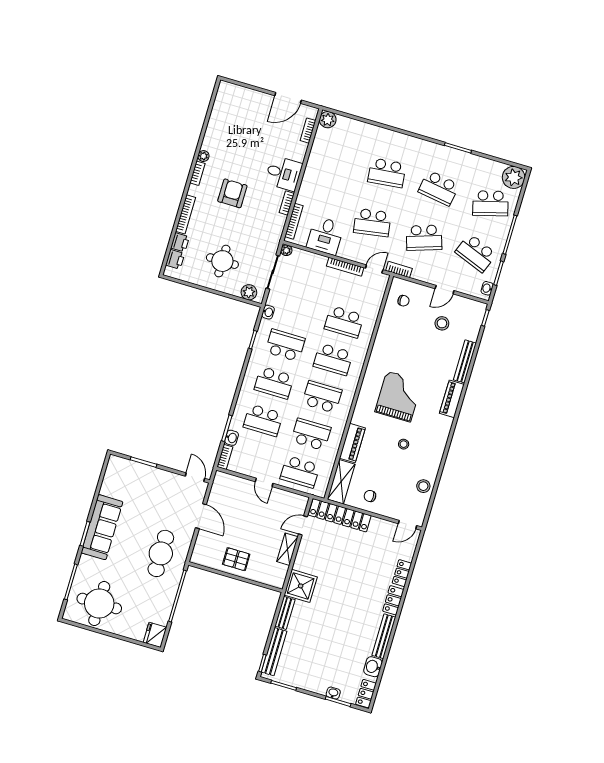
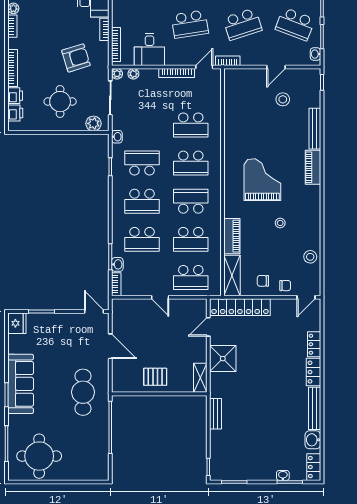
armchair: (232, 193) -> (76, 58), moved, turned 73
plant: (302, 255) -> (133, 74), added
chair: (404, 301) -> (285, 286), moved
school desk: (311, 434) -> (191, 239), turned 180
shelving: (287, 549) -> (200, 378), moved
shower: (301, 586) -> (223, 359), moved
fridge: (155, 635) -> (17, 323), moved, turned 180
bench: (274, 652) -> (216, 453), removed

